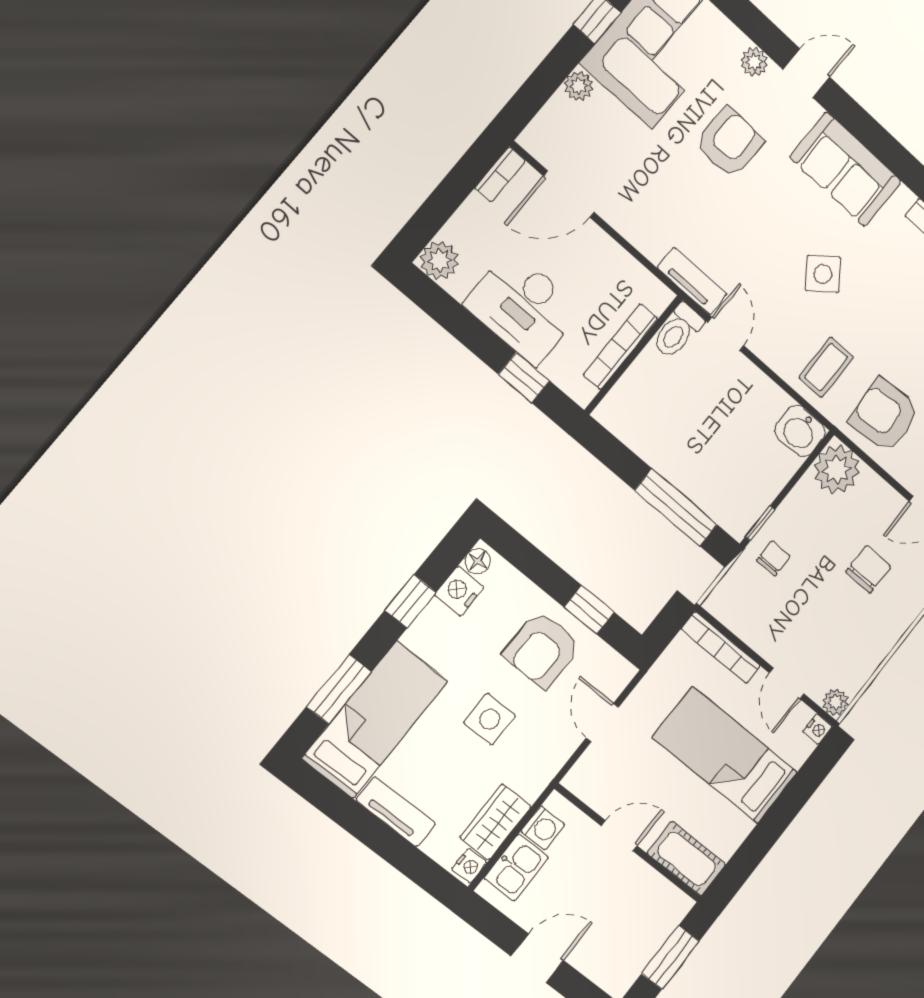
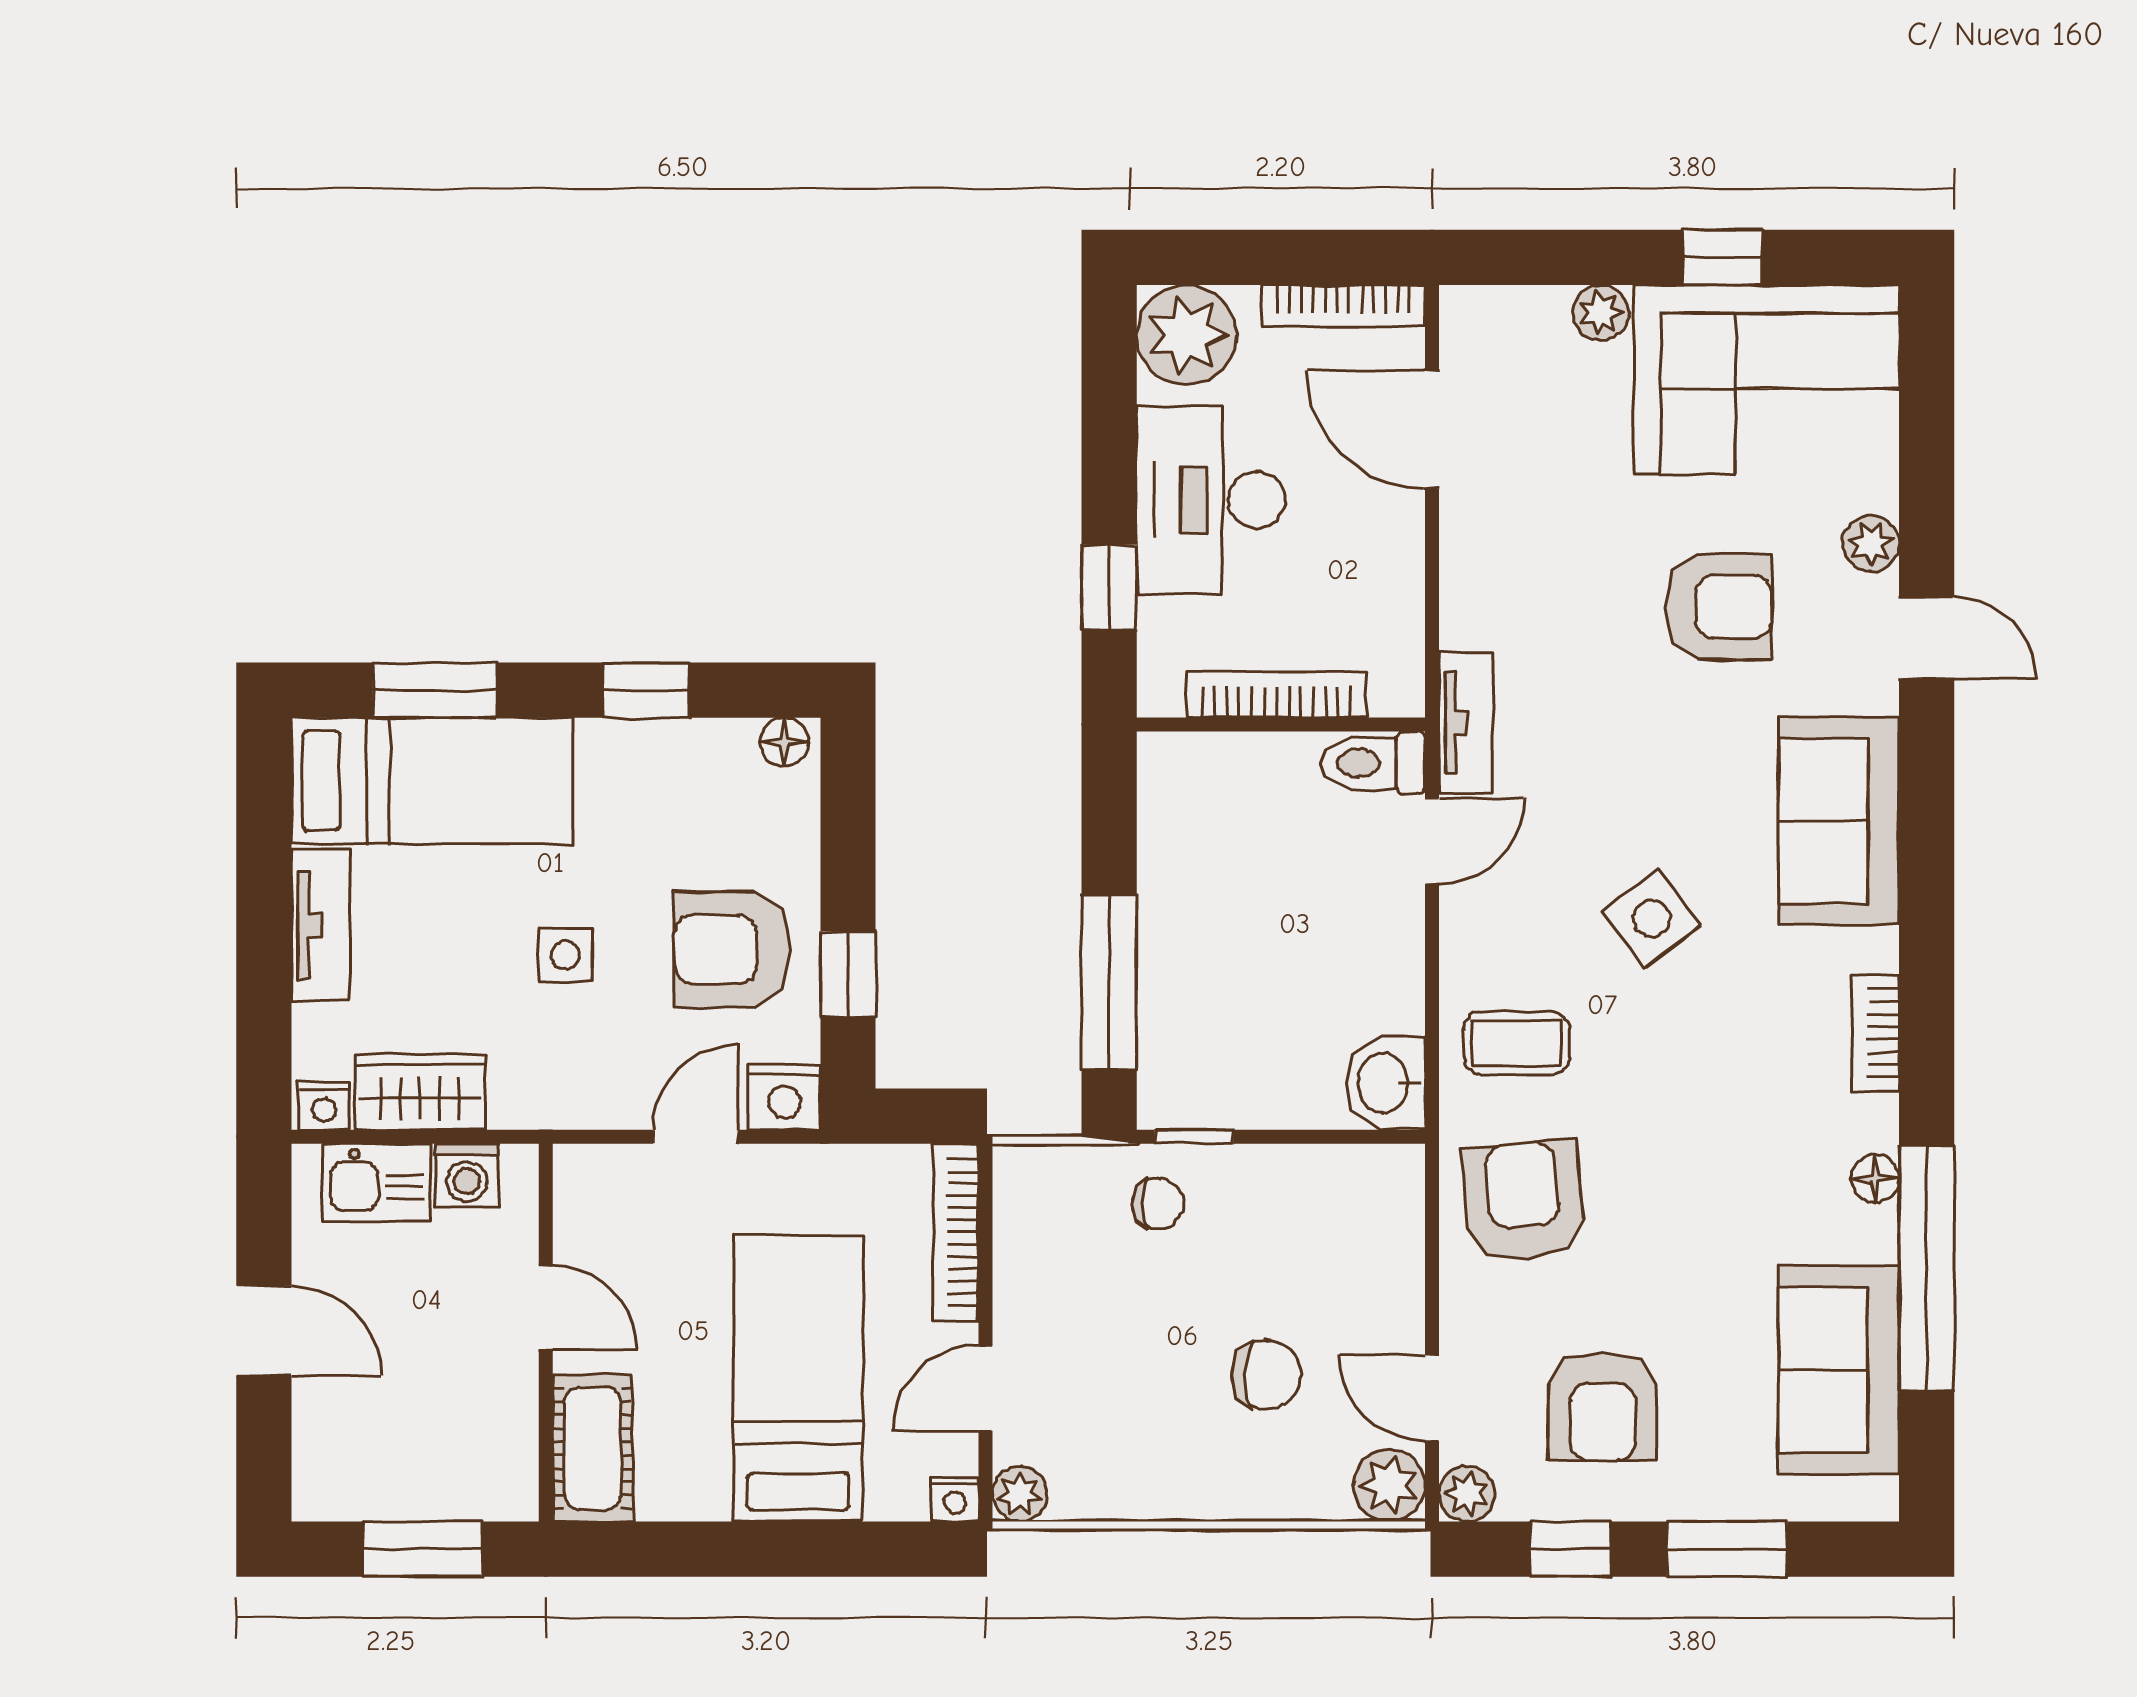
bookcase: (500, 174) -> (1343, 306), width x1.56
plant: (439, 261) -> (1187, 335), width x1.36, depth x1.36
plant: (837, 469) -> (1376, 1193), removed
nightstand: (459, 591) -> (785, 1097), moved, turned 180
side table: (490, 719) -> (566, 955), width x0.73, depth x0.73

